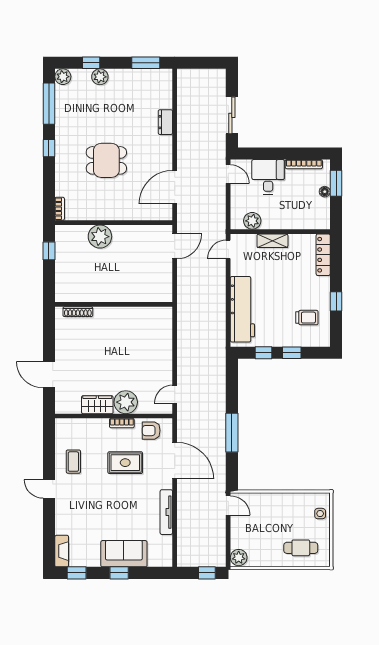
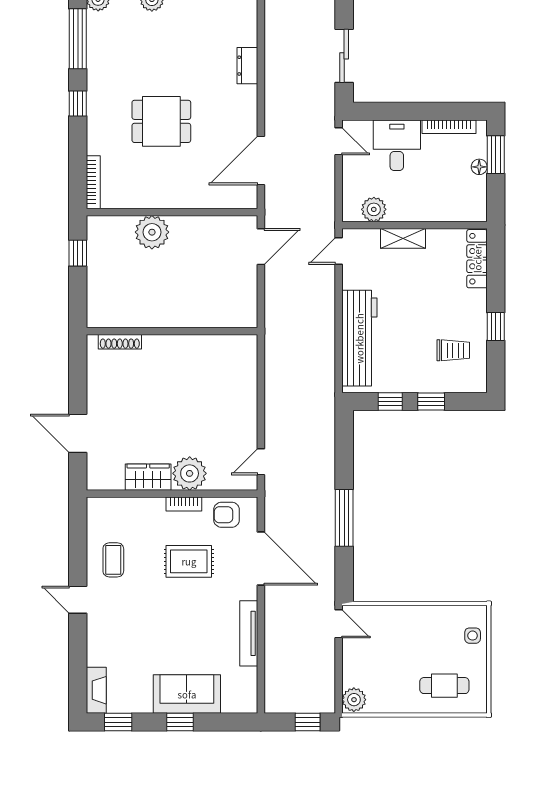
bookcase: (60, 209) -> (93, 182), width x1.56

